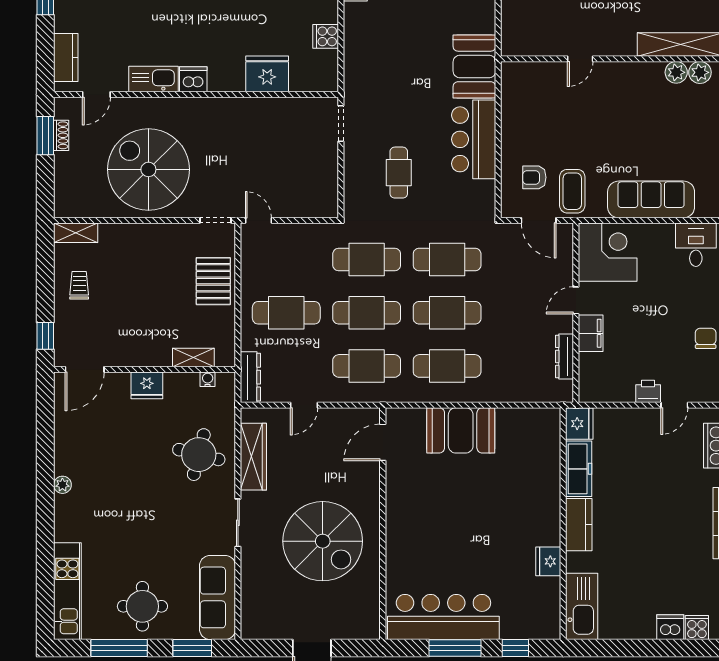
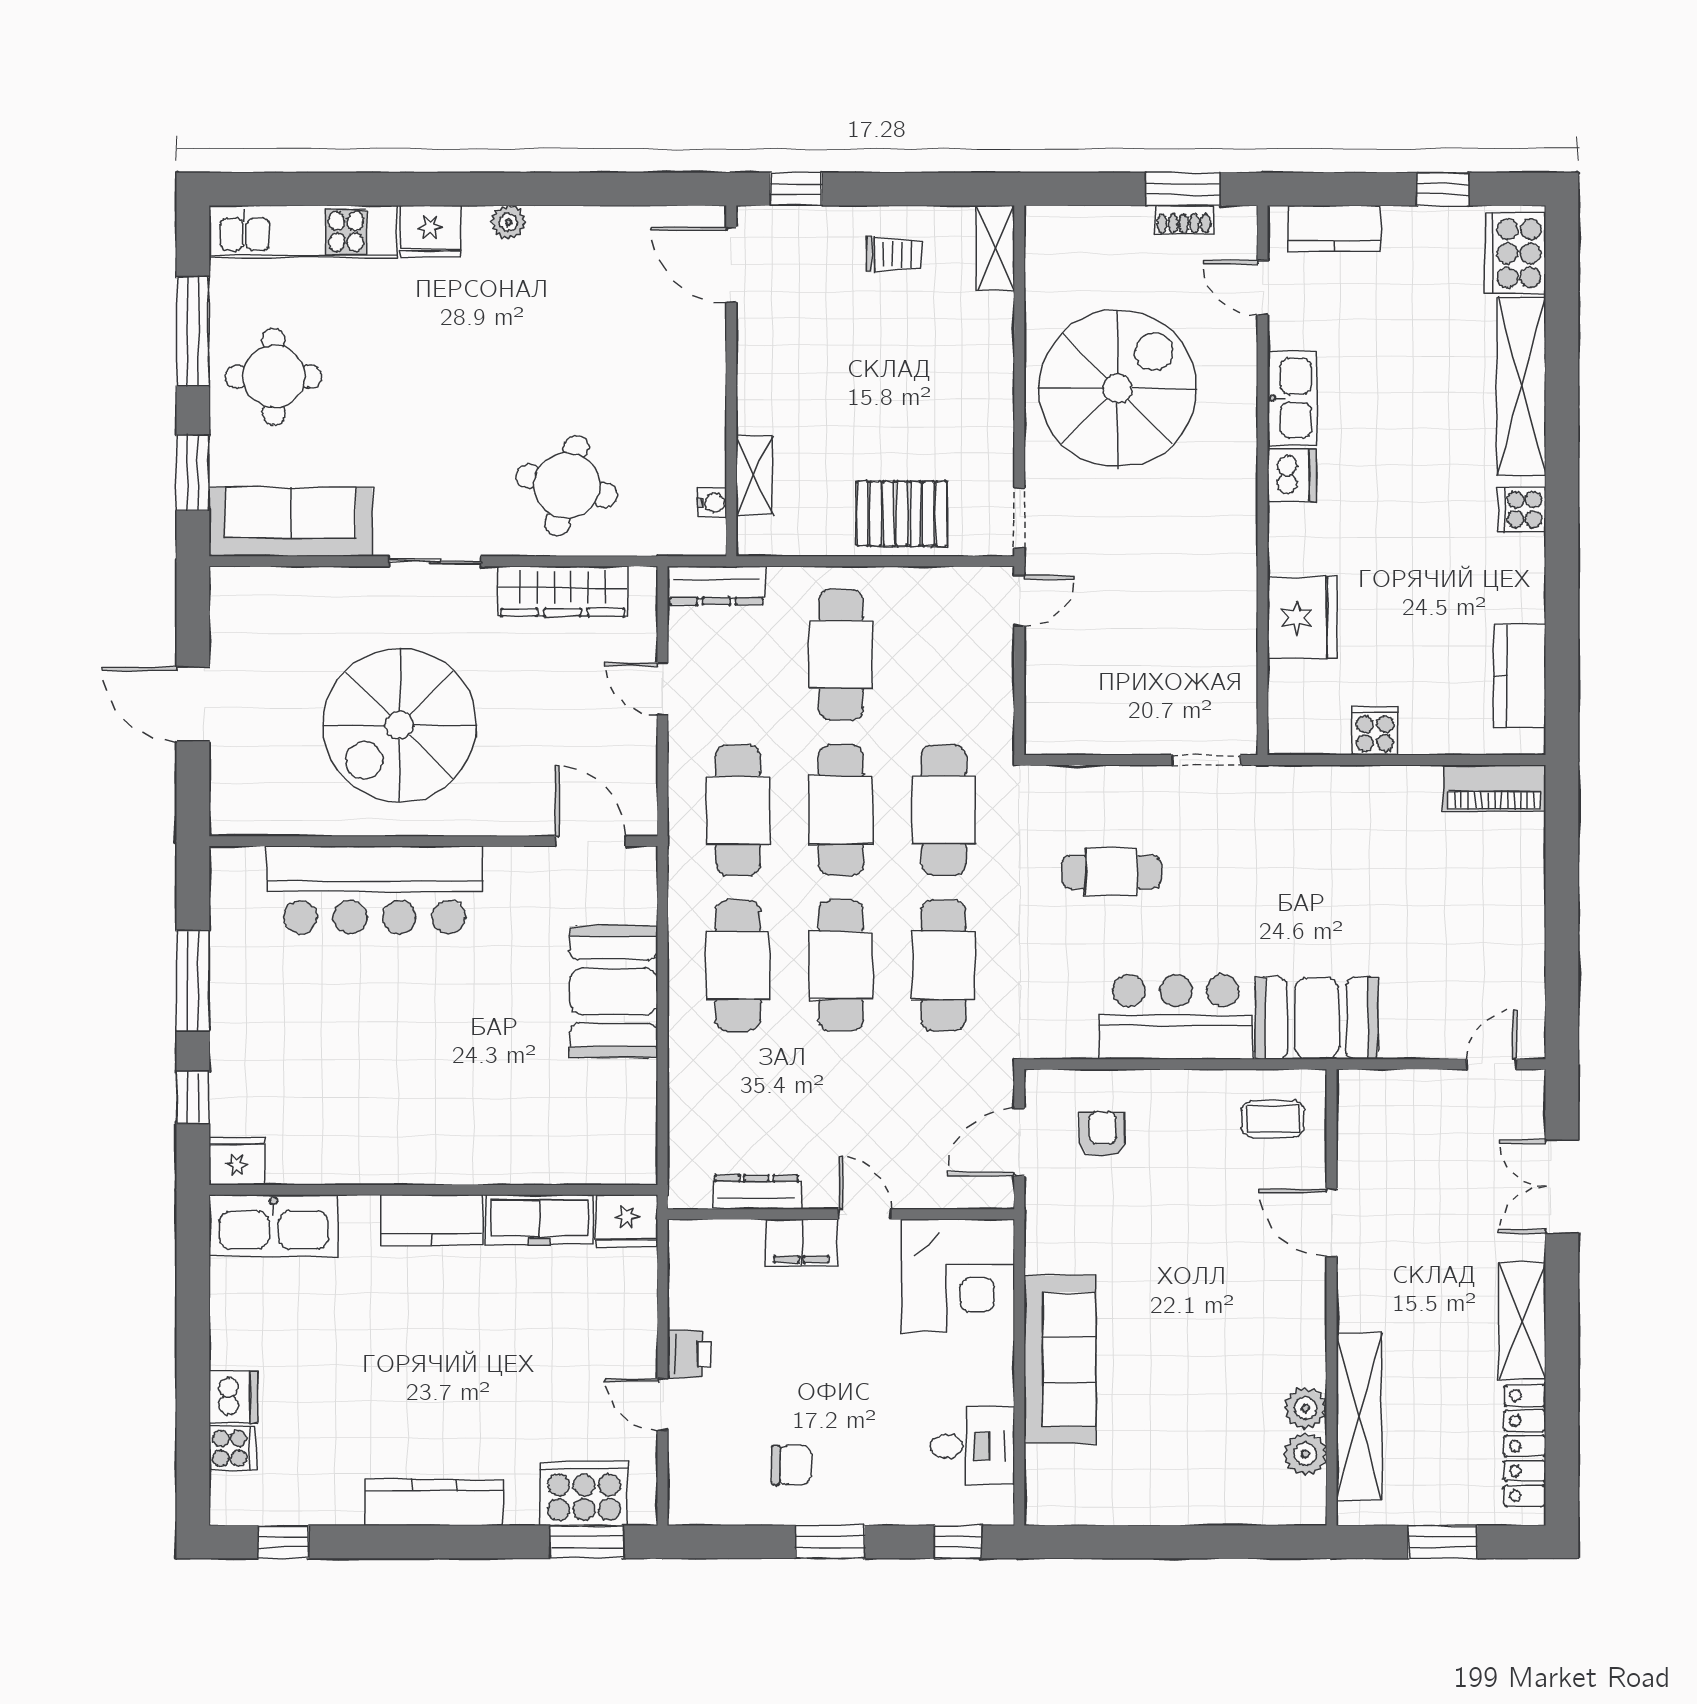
door: (580, 59) -> (1332, 1223), width x1.38
coffee table: (572, 191) -> (1273, 1119), moved, width x0.73, depth x0.77
fridge: (147, 385) -> (430, 231), moved, turned -90
fridge: (548, 561) -> (237, 1161), moved
bar counter: (443, 617) -> (375, 890), moved, turned 90

